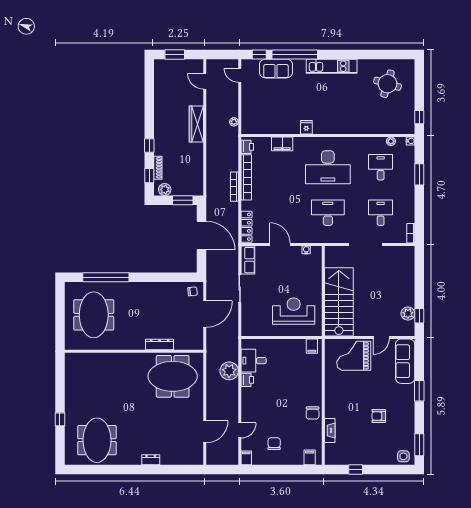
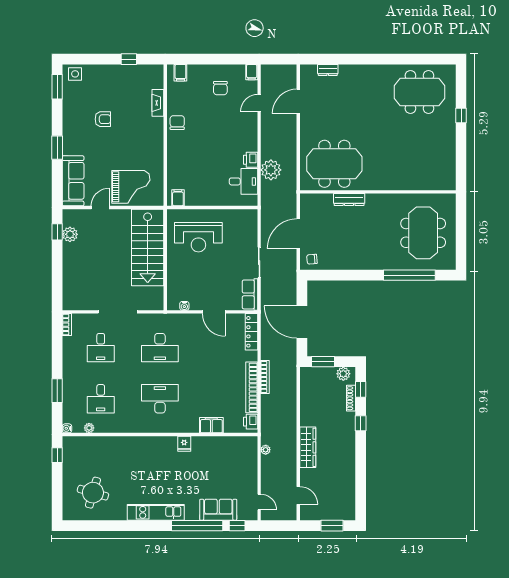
desk: (328, 167) -> (160, 399), width x0.73, depth x0.77
meeting table: (97, 440) -> (419, 92), turned 90
dresser: (151, 460) -> (328, 70), moved

